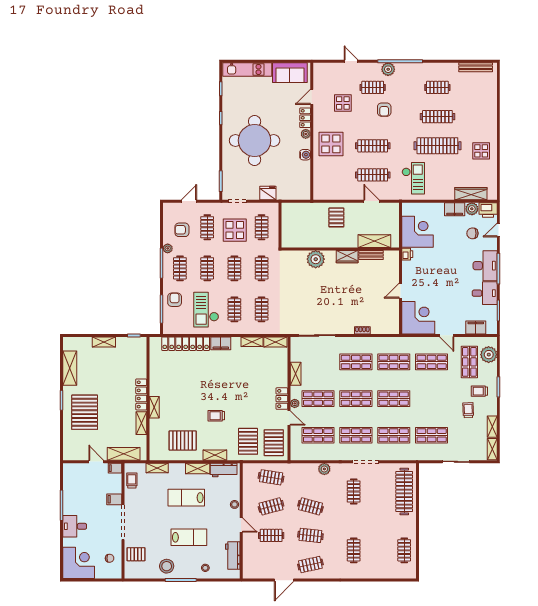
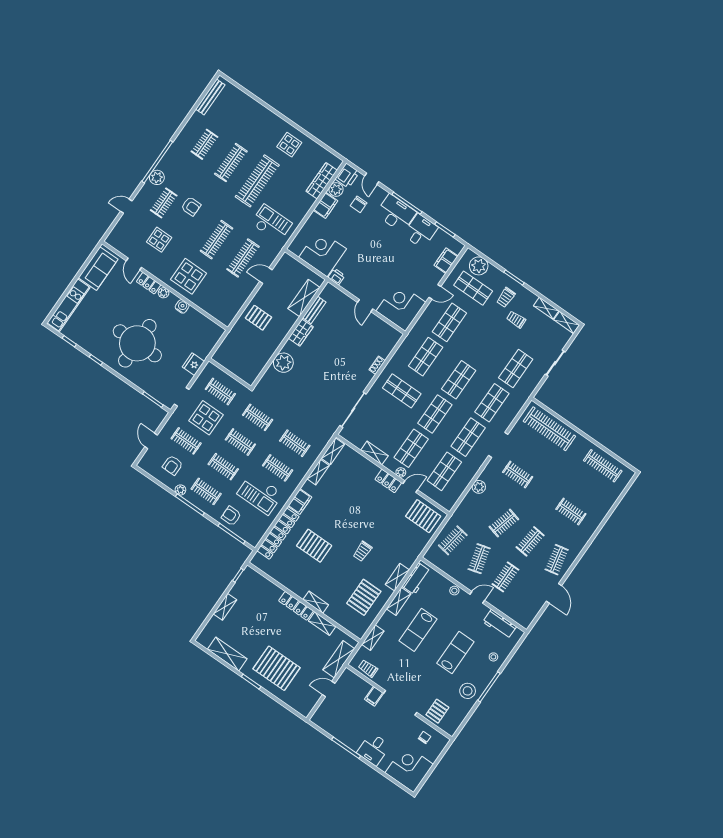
shop shelf: (356, 362) -> (402, 391), turned 90
pallet: (248, 441) -> (314, 546), moved
filing cabinet: (115, 468) -> (346, 676), removed
clothes rail: (404, 550) -> (603, 466), width x1.36

